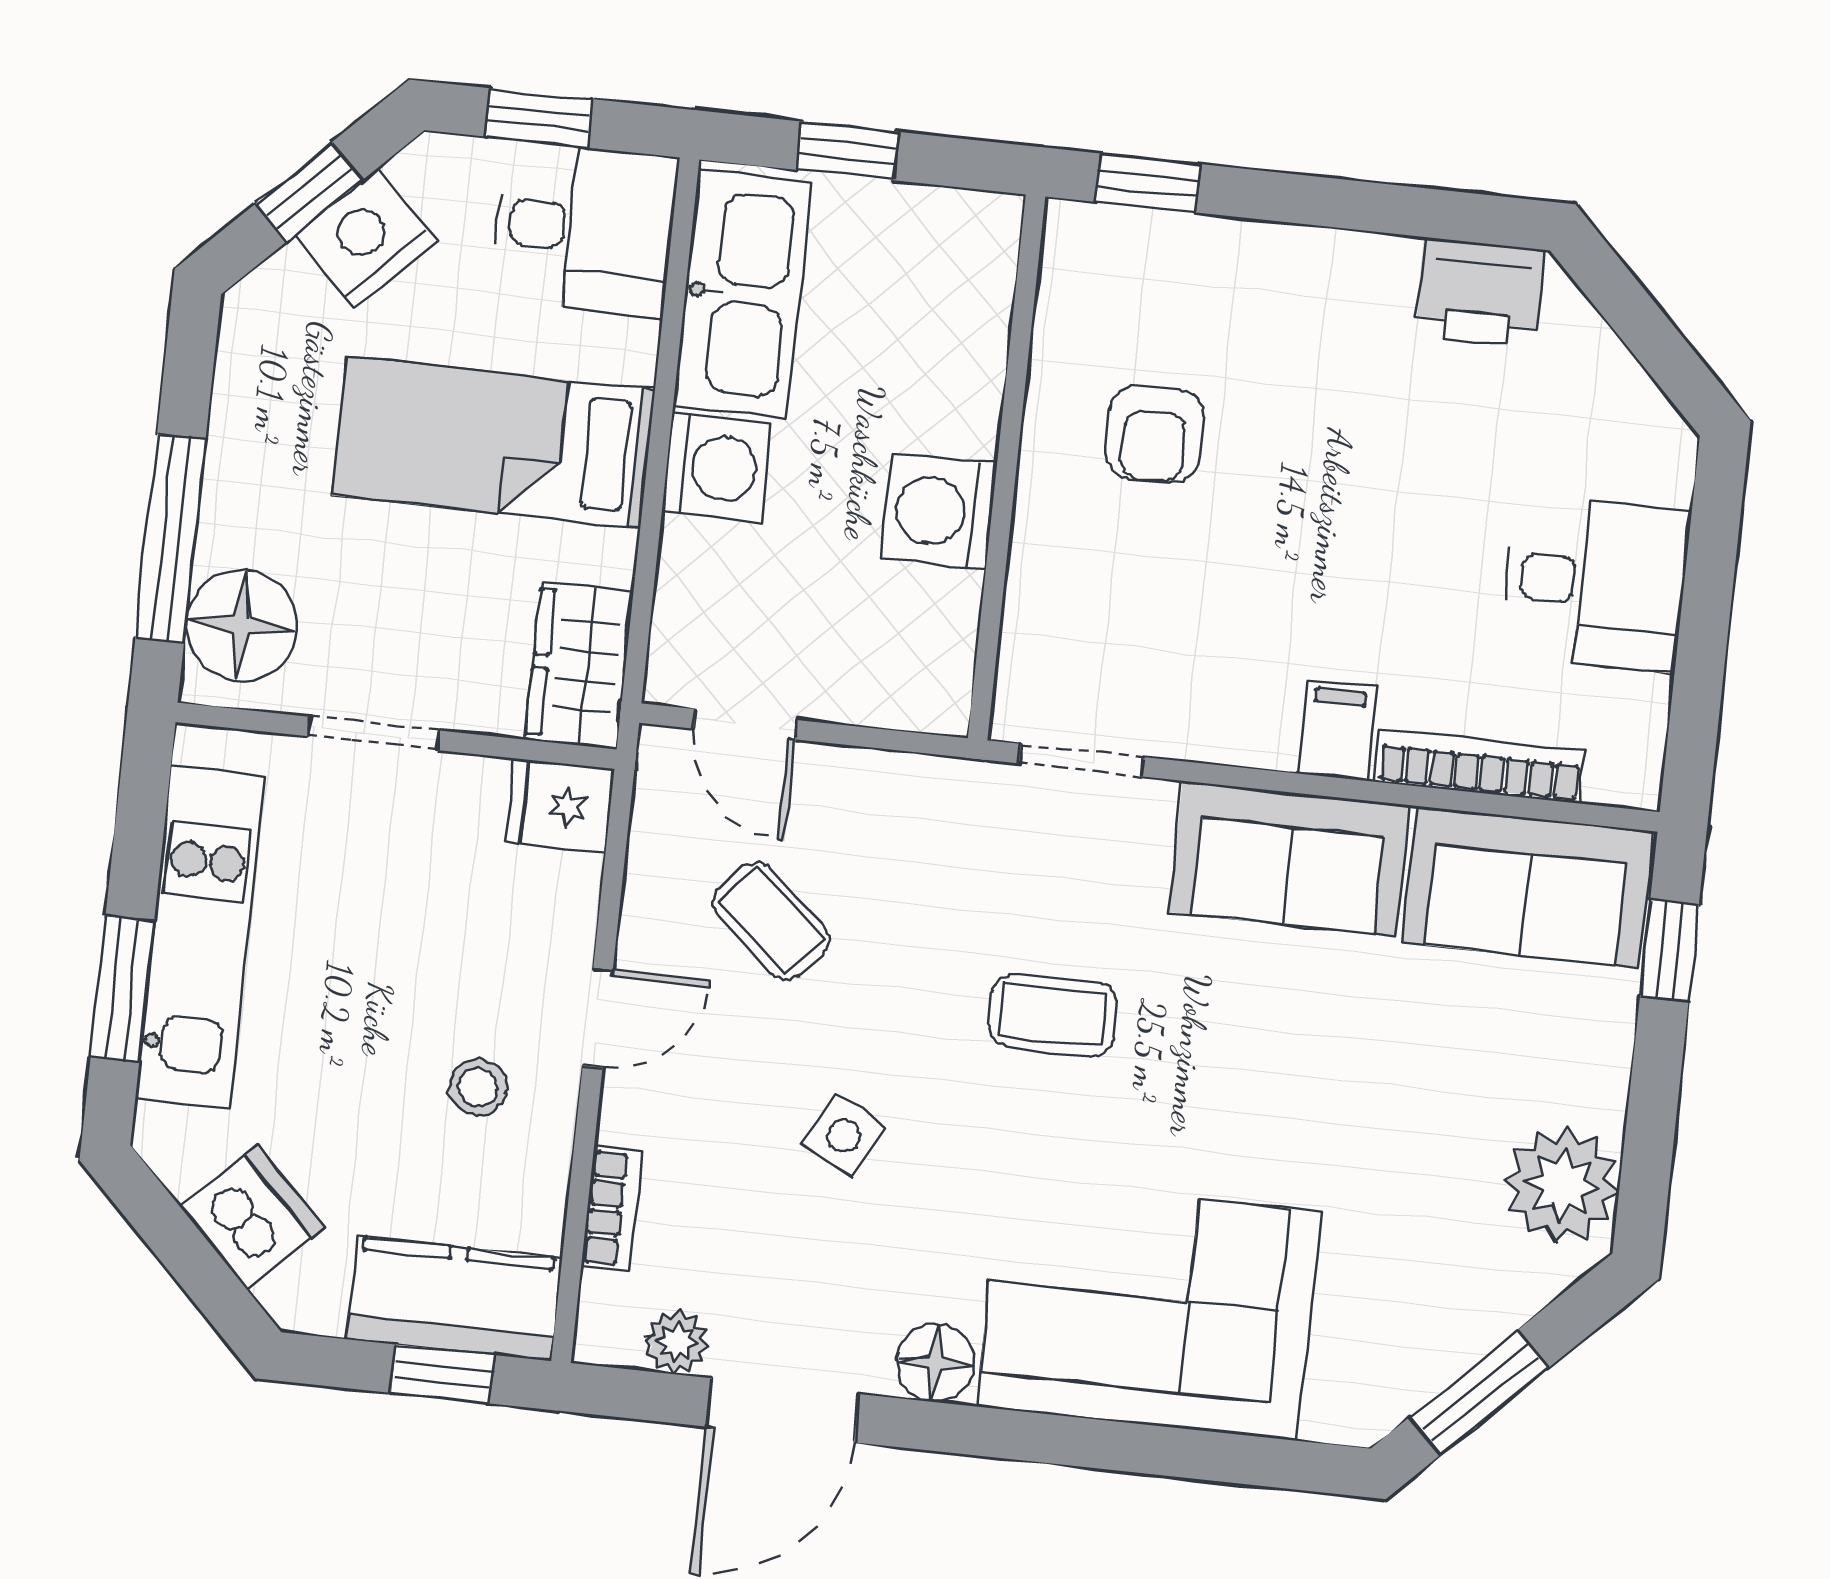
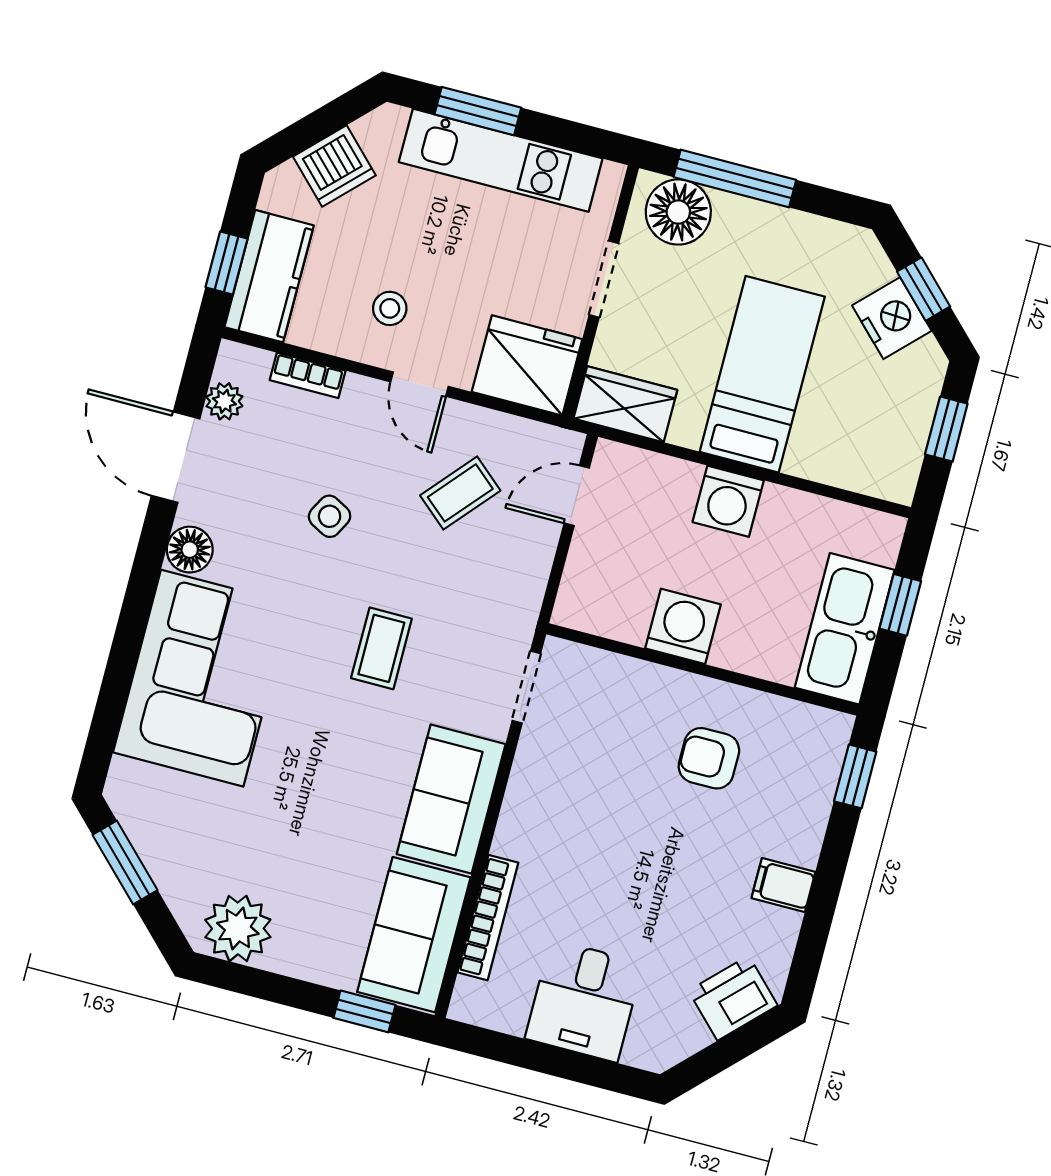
desk: (584, 229) -> (878, 446), removed
printer: (1480, 293) -> (733, 998), moved, turned 45
kitchen sink: (742, 294) -> (845, 629), moved, turned 90
filing cabinet: (1337, 730) -> (783, 885), moved, turned 180
fridge: (560, 806) -> (527, 365), width x1.88, depth x1.34

